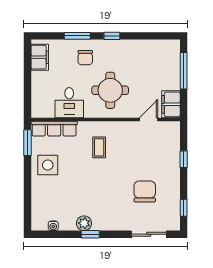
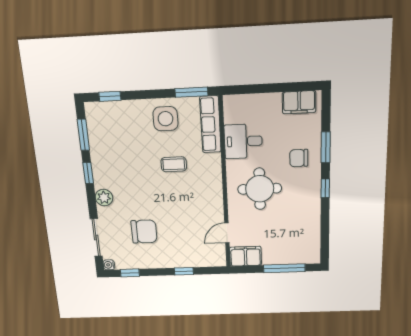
door: (149, 120) -> (227, 233), swing flipped
coffee table: (99, 147) -> (174, 164), moved
window: (28, 209) -> (110, 96), added
plant: (84, 223) -> (104, 198), moved
water cooler: (53, 226) -> (109, 265), moved
window: (58, 234) -> (83, 135), added

